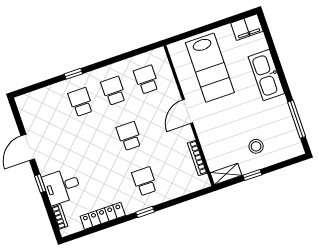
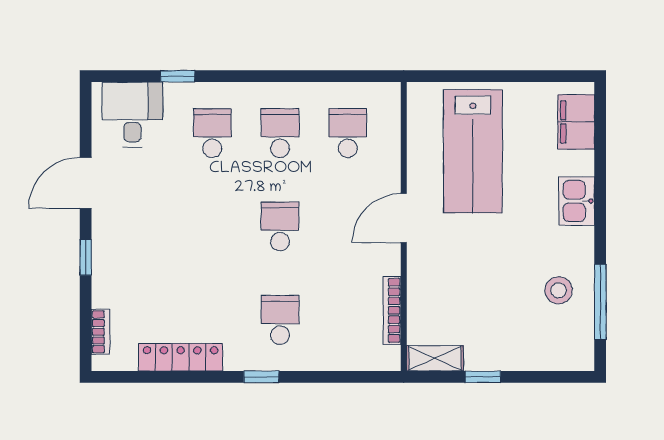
filing cabinet: (247, 27) -> (576, 122), moved, turned 90
window: (73, 74) -> (178, 76), moved
kitchen sink: (266, 75) -> (577, 201), width x0.53, depth x0.81
stool: (256, 146) -> (559, 290), moved
desk: (62, 186) -> (132, 115), moved, turned 90

